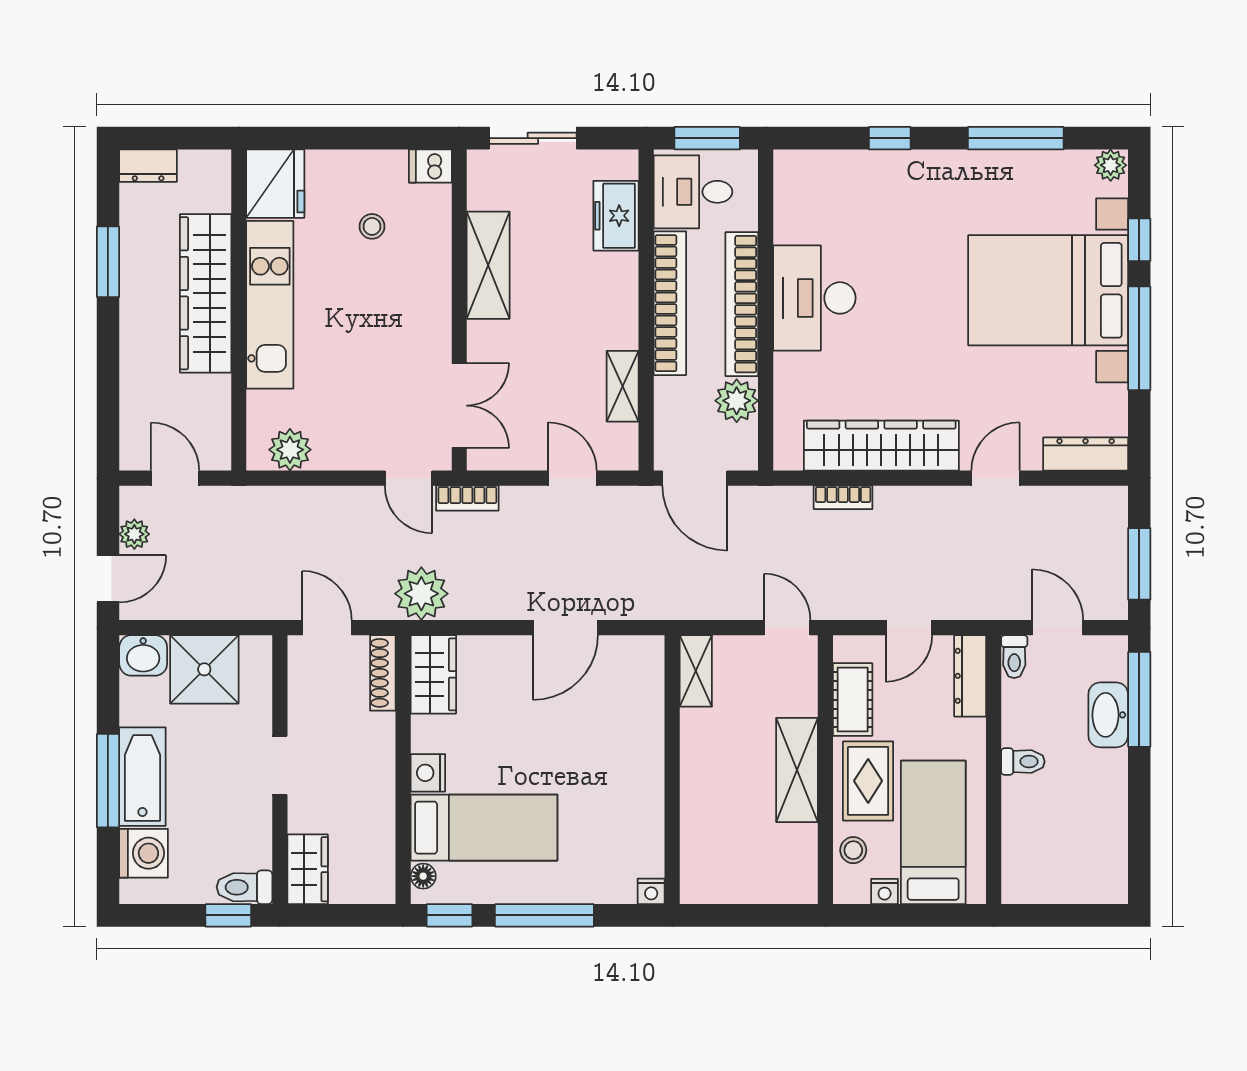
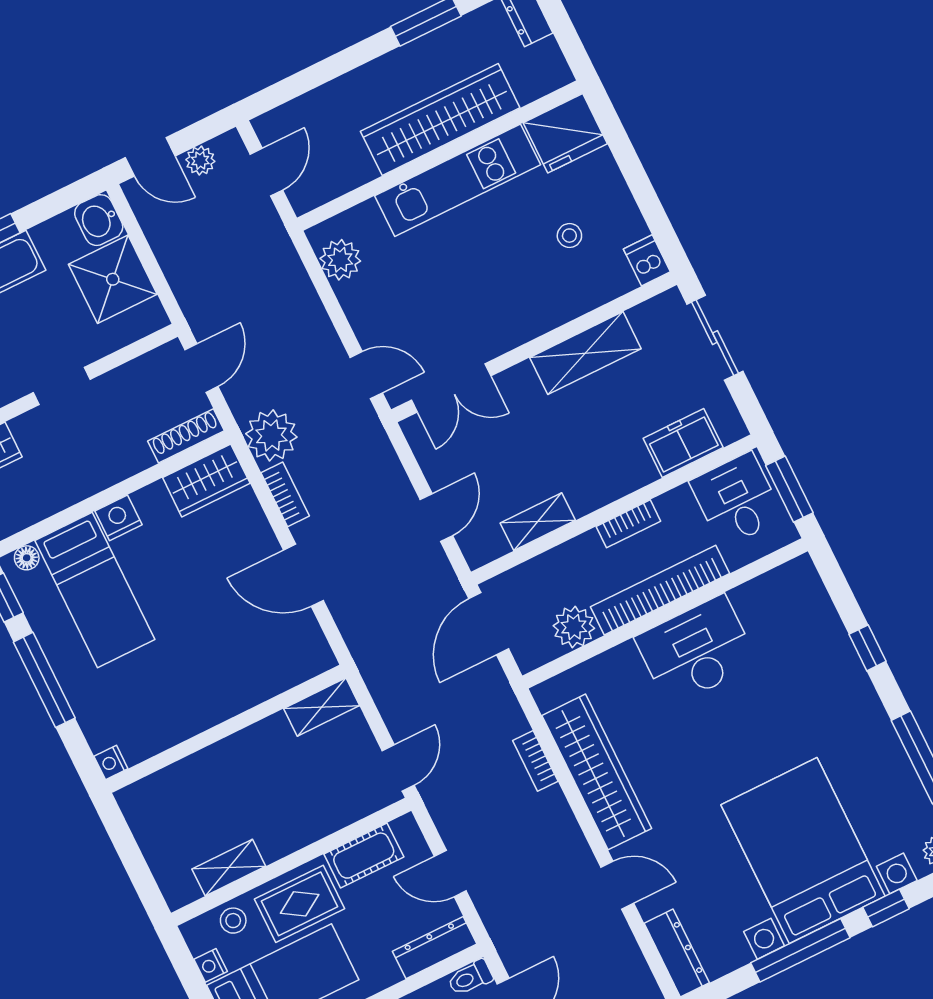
bookcase: (670, 303) -> (628, 524), width x0.43, depth x0.76
door: (409, 478) -> (366, 375), swing flipped
bookcase: (467, 498) -> (285, 494), moved, turned 180
shelving: (797, 770) -> (229, 868), moved, width x0.67, depth x0.75

